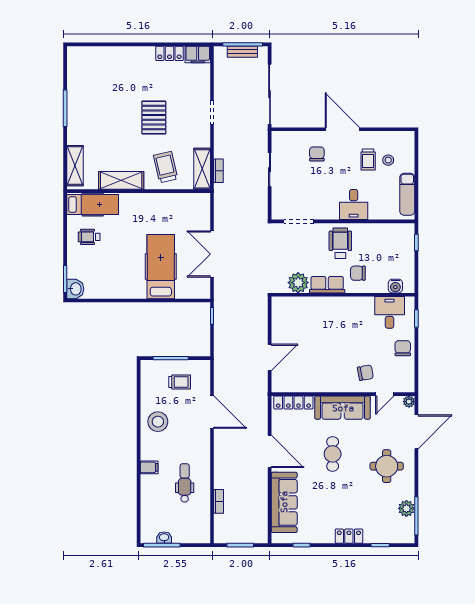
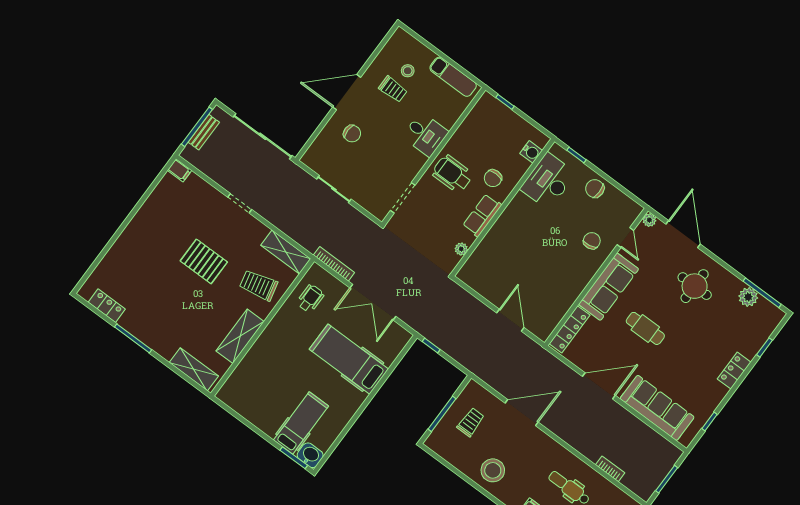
locker: (169, 53) -> (107, 306), moved, turned -90
filing cabinet: (198, 54) -> (179, 170), width x0.50
chair: (317, 154) -> (352, 134), turned 180
bookcase: (218, 171) -> (334, 264), moved, width x1.56
hospital bed: (93, 204) -> (301, 423), moved
wheelchair: (89, 237) -> (310, 298), moved, turned 180
plant: (298, 283) -> (461, 249), width x0.53, depth x0.53
desk: (390, 312) -> (548, 181), width x1.37

